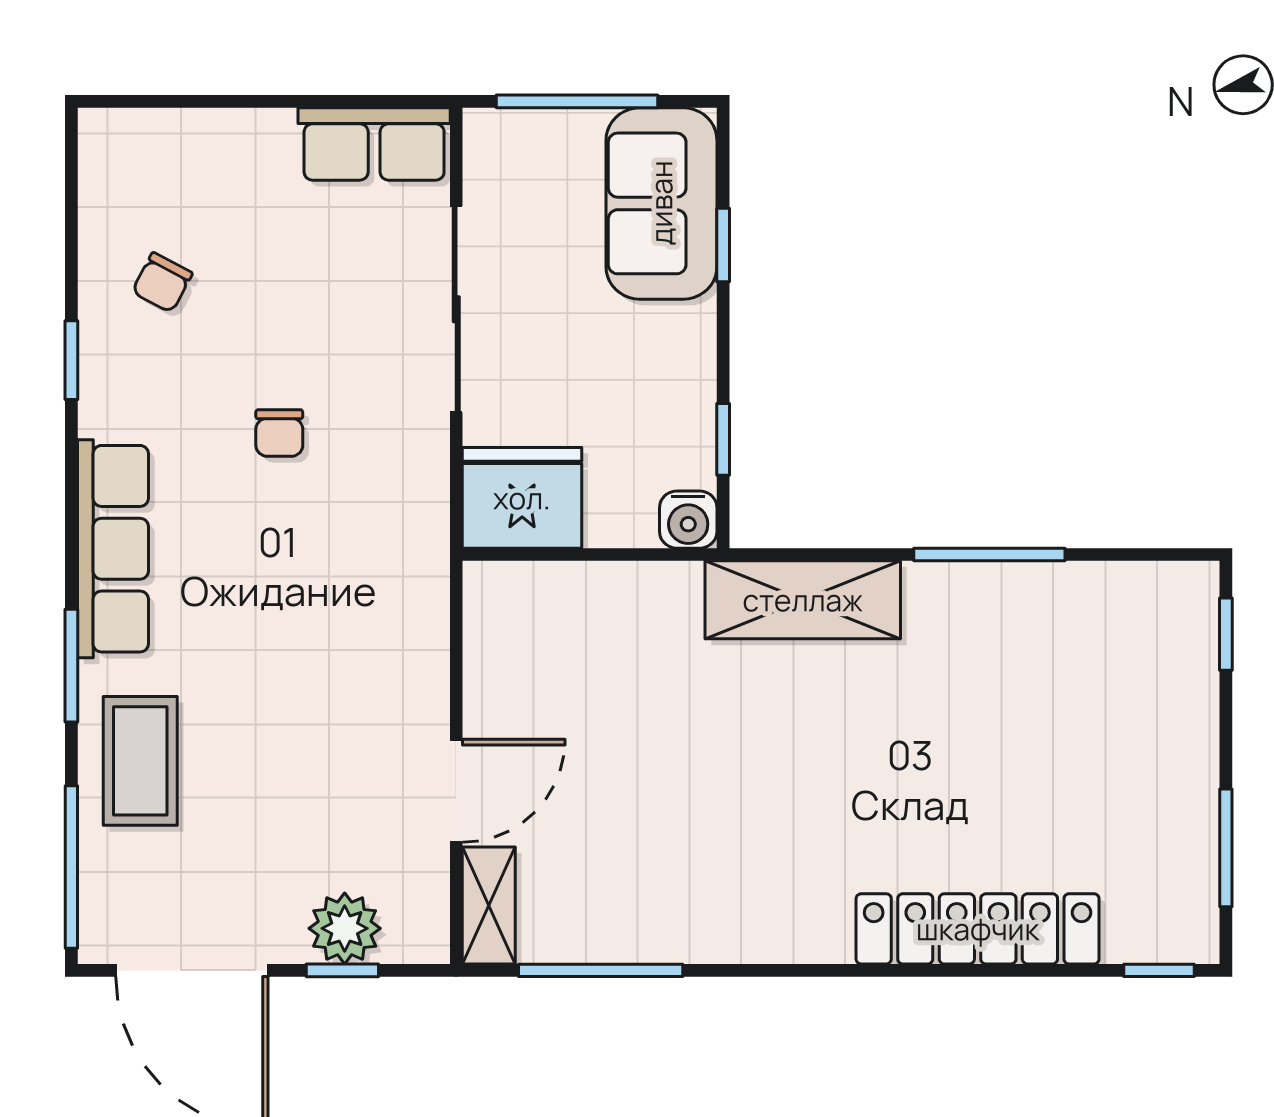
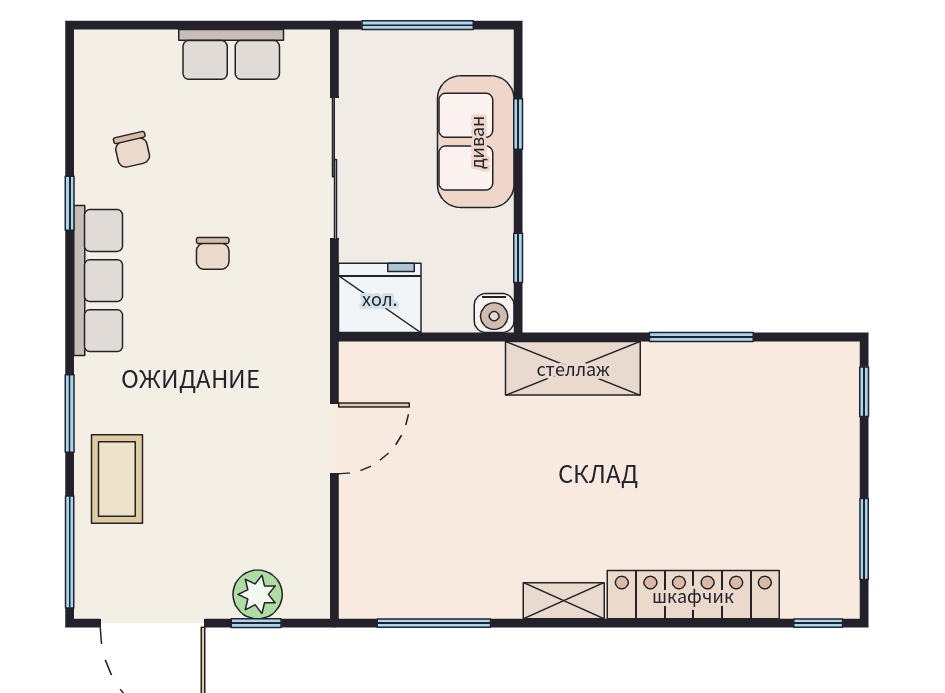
row of seats: (374, 144) -> (231, 54), moved
sofa: (661, 203) -> (476, 142), moved
chair: (162, 282) -> (132, 150), turned -41
row of seats: (113, 549) -> (98, 281), moved
door: (456, 791) -> (334, 438), moved
shelving: (489, 906) -> (564, 601), moved, turned 90

